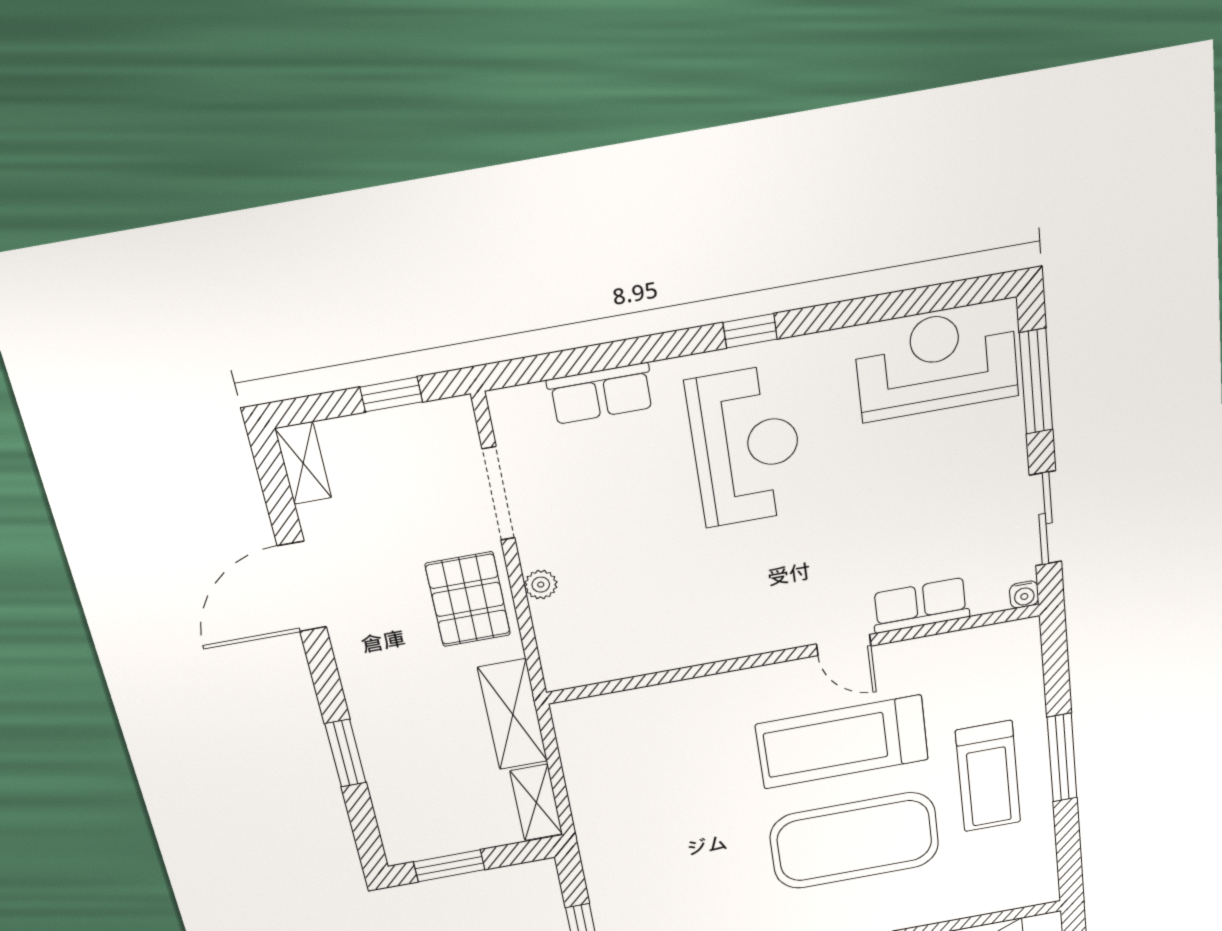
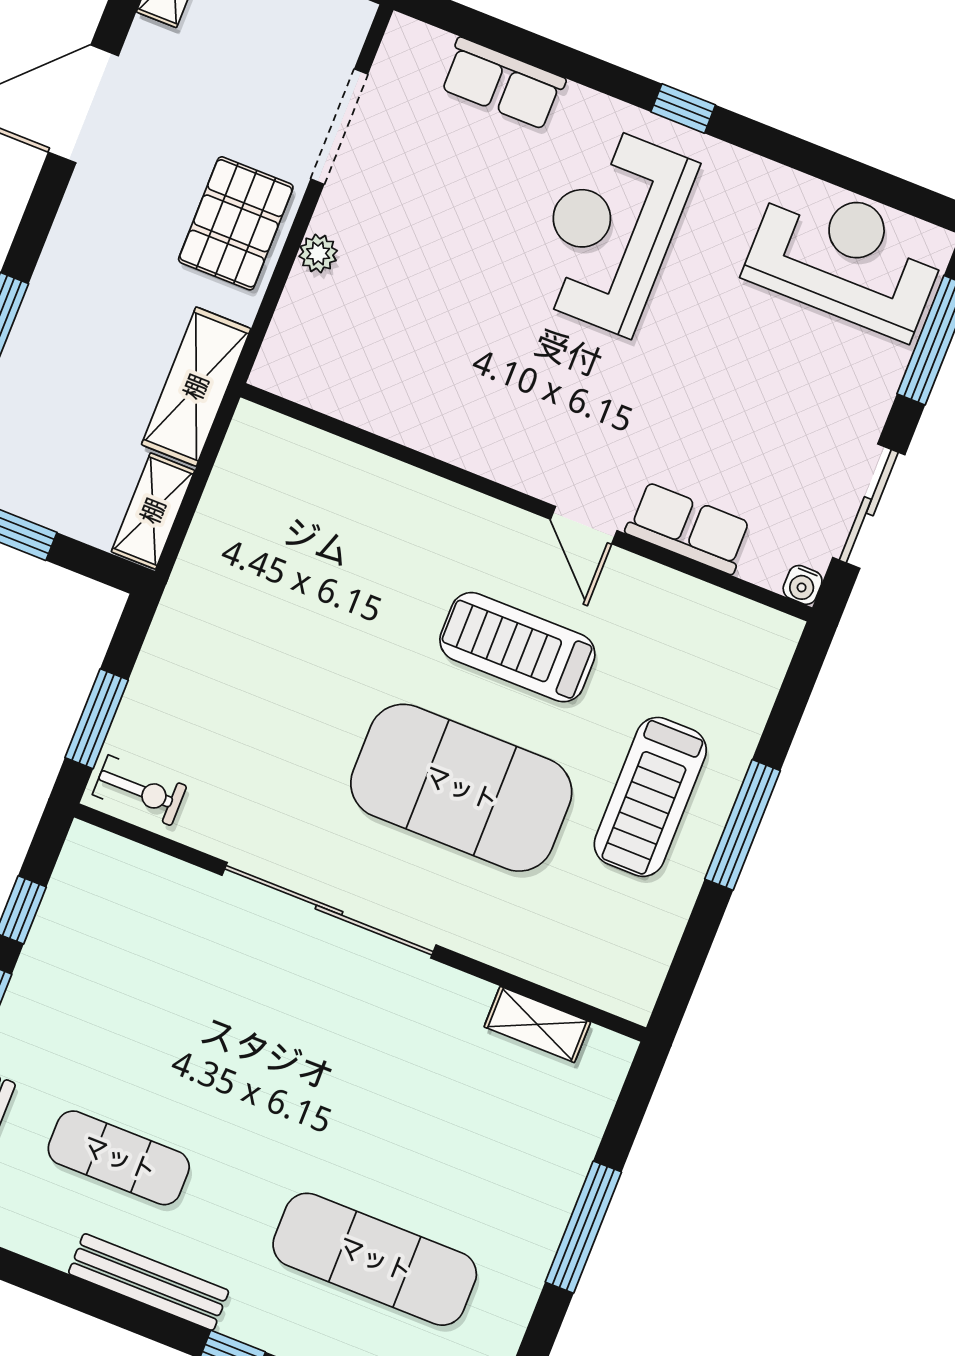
reception desk: (746, 446) -> (611, 230), turned 180
treadmill: (842, 742) -> (517, 647), width x0.73, depth x0.73

